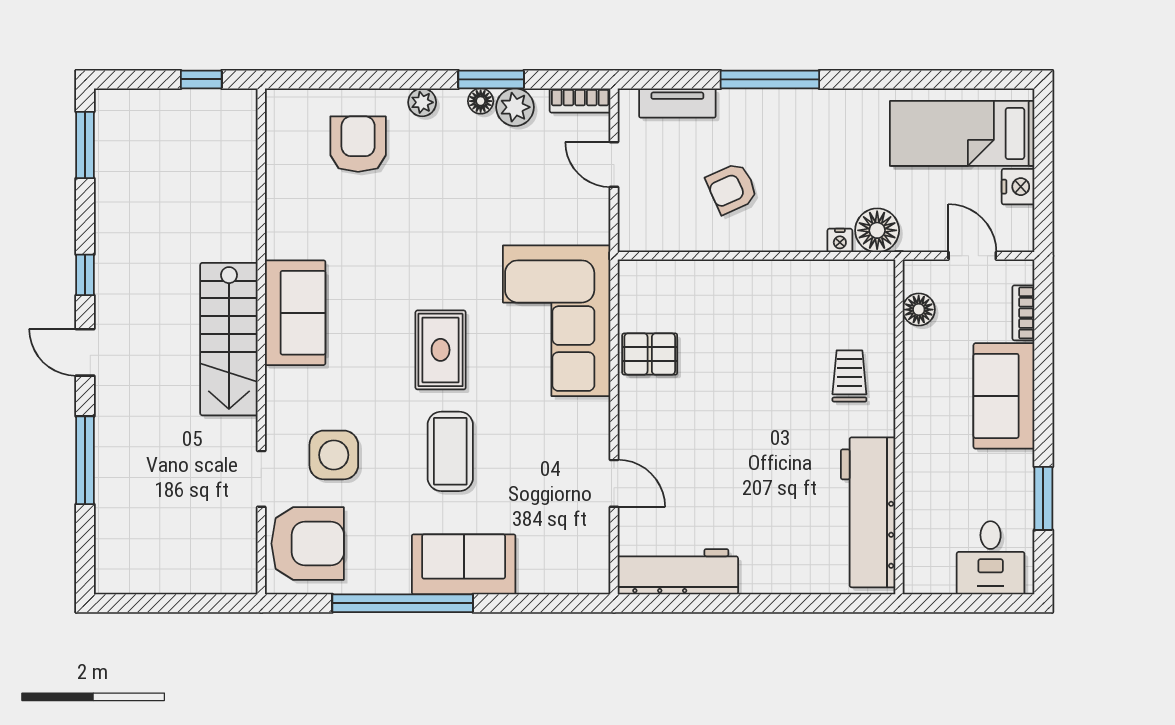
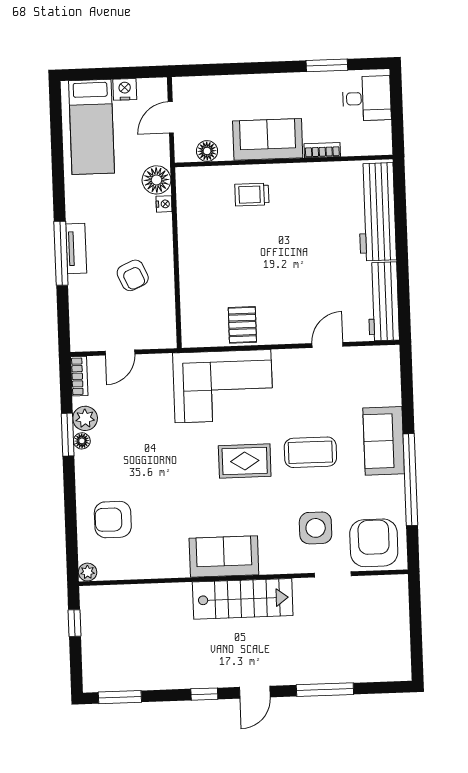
plant: (422, 102) -> (88, 572), moved
tv unit: (677, 103) -> (76, 249), moved
bookcase: (1023, 313) -> (322, 150), moved, turned 180
sofa: (1004, 396) -> (268, 139), moved, turned 180
workbench: (868, 512) -> (377, 212), moved, turned 90

